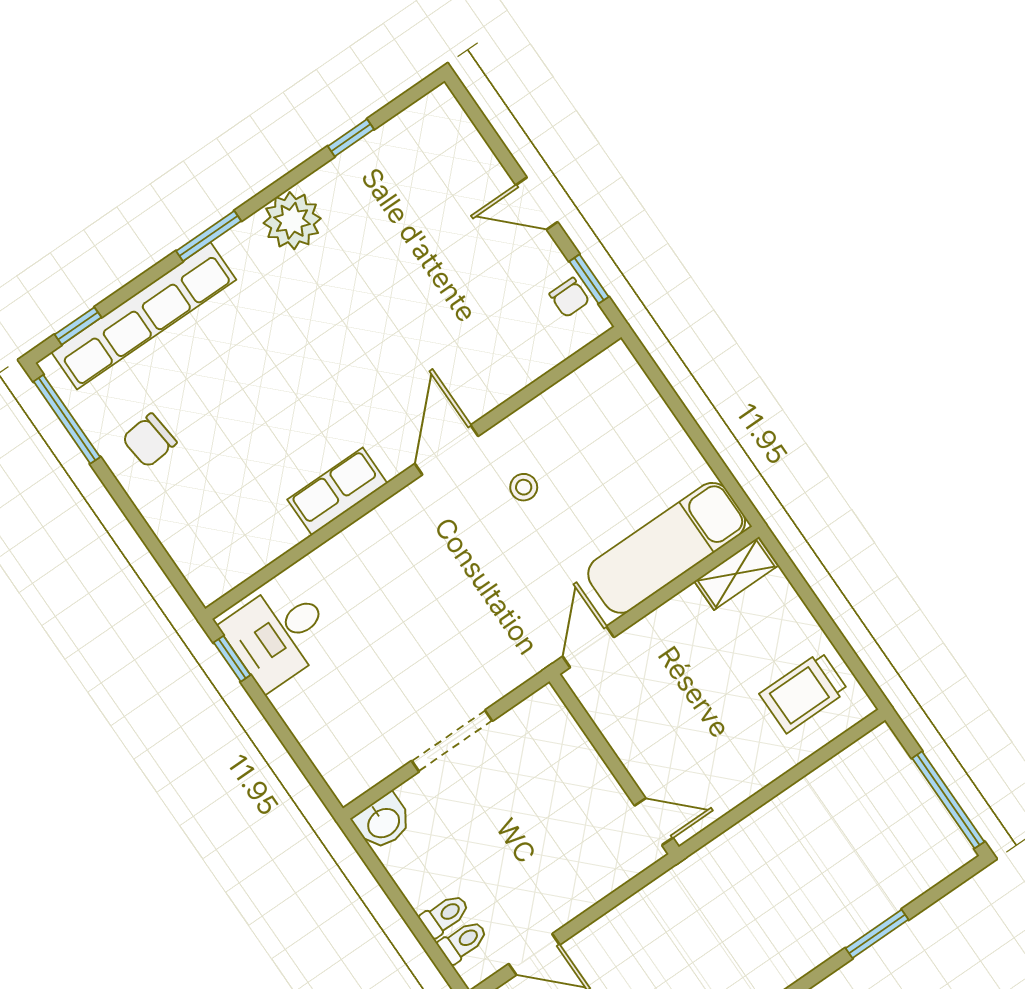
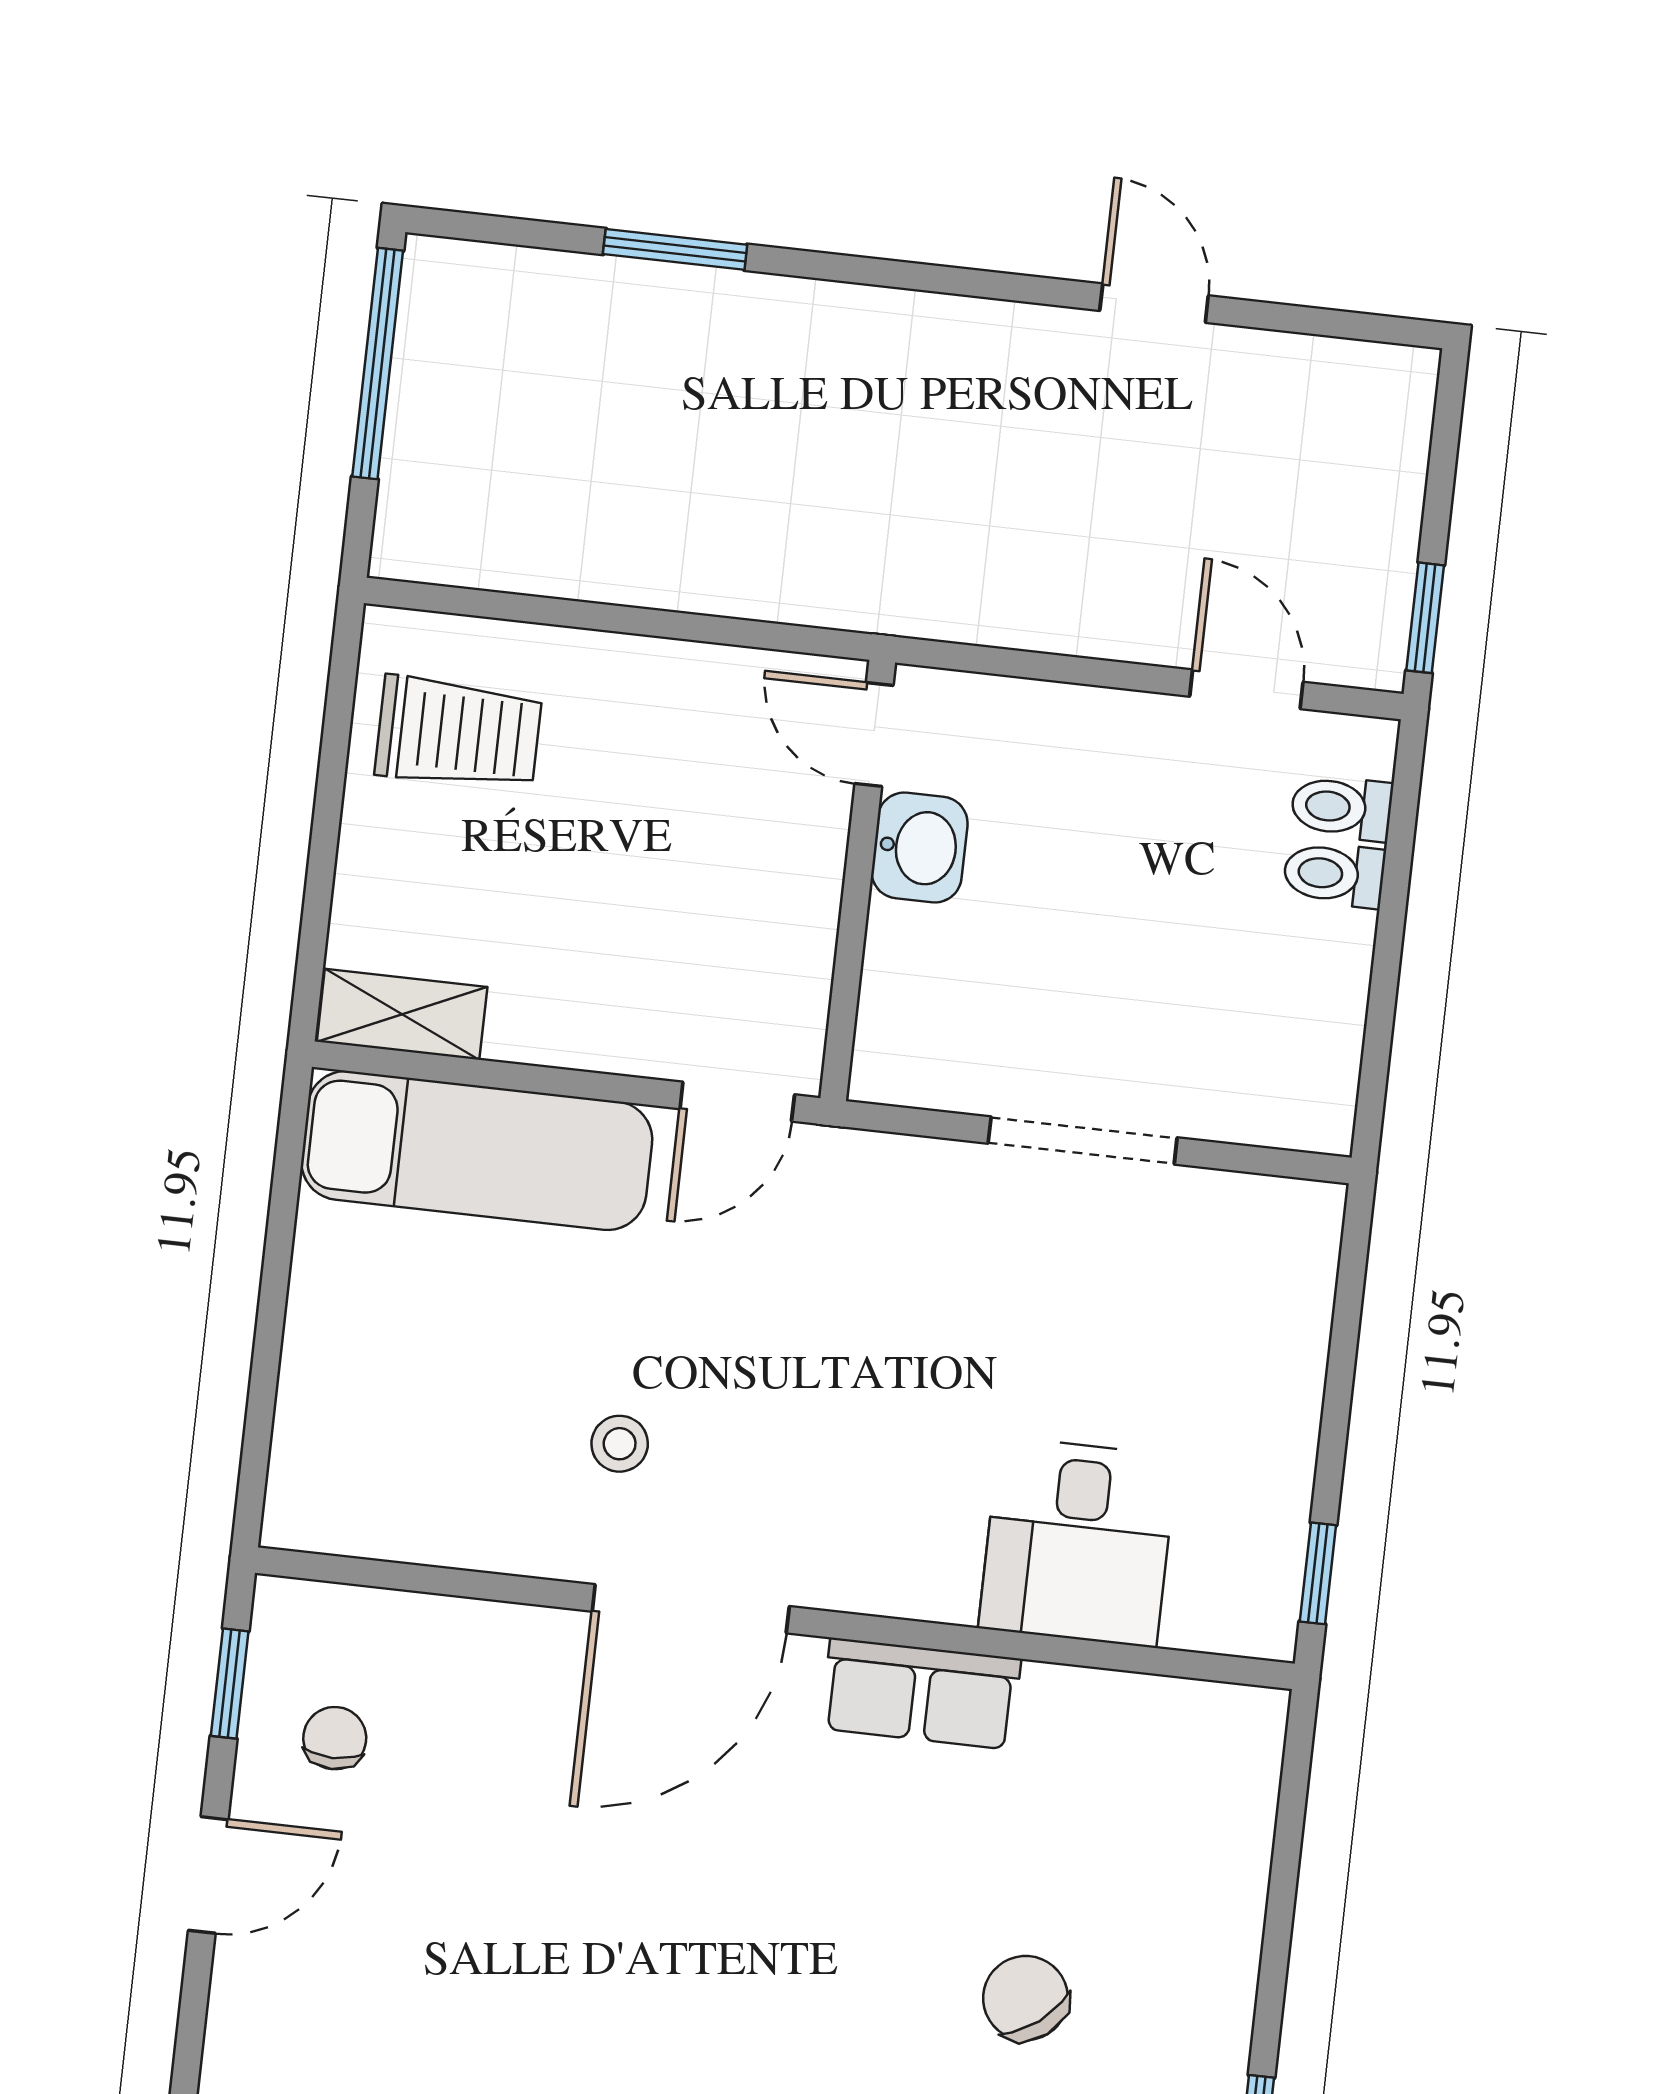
door: (537, 203) -> (208, 1875), hinge flipped
chair: (569, 297) -> (335, 1738), moved
chair: (149, 440) -> (1026, 1998), moved, turned -122
door: (446, 450) -> (691, 1609), width x1.36
desk: (279, 634) -> (1078, 1542), moved, turned 90
washbasin: (383, 822) -> (920, 848), moved, turned 90

